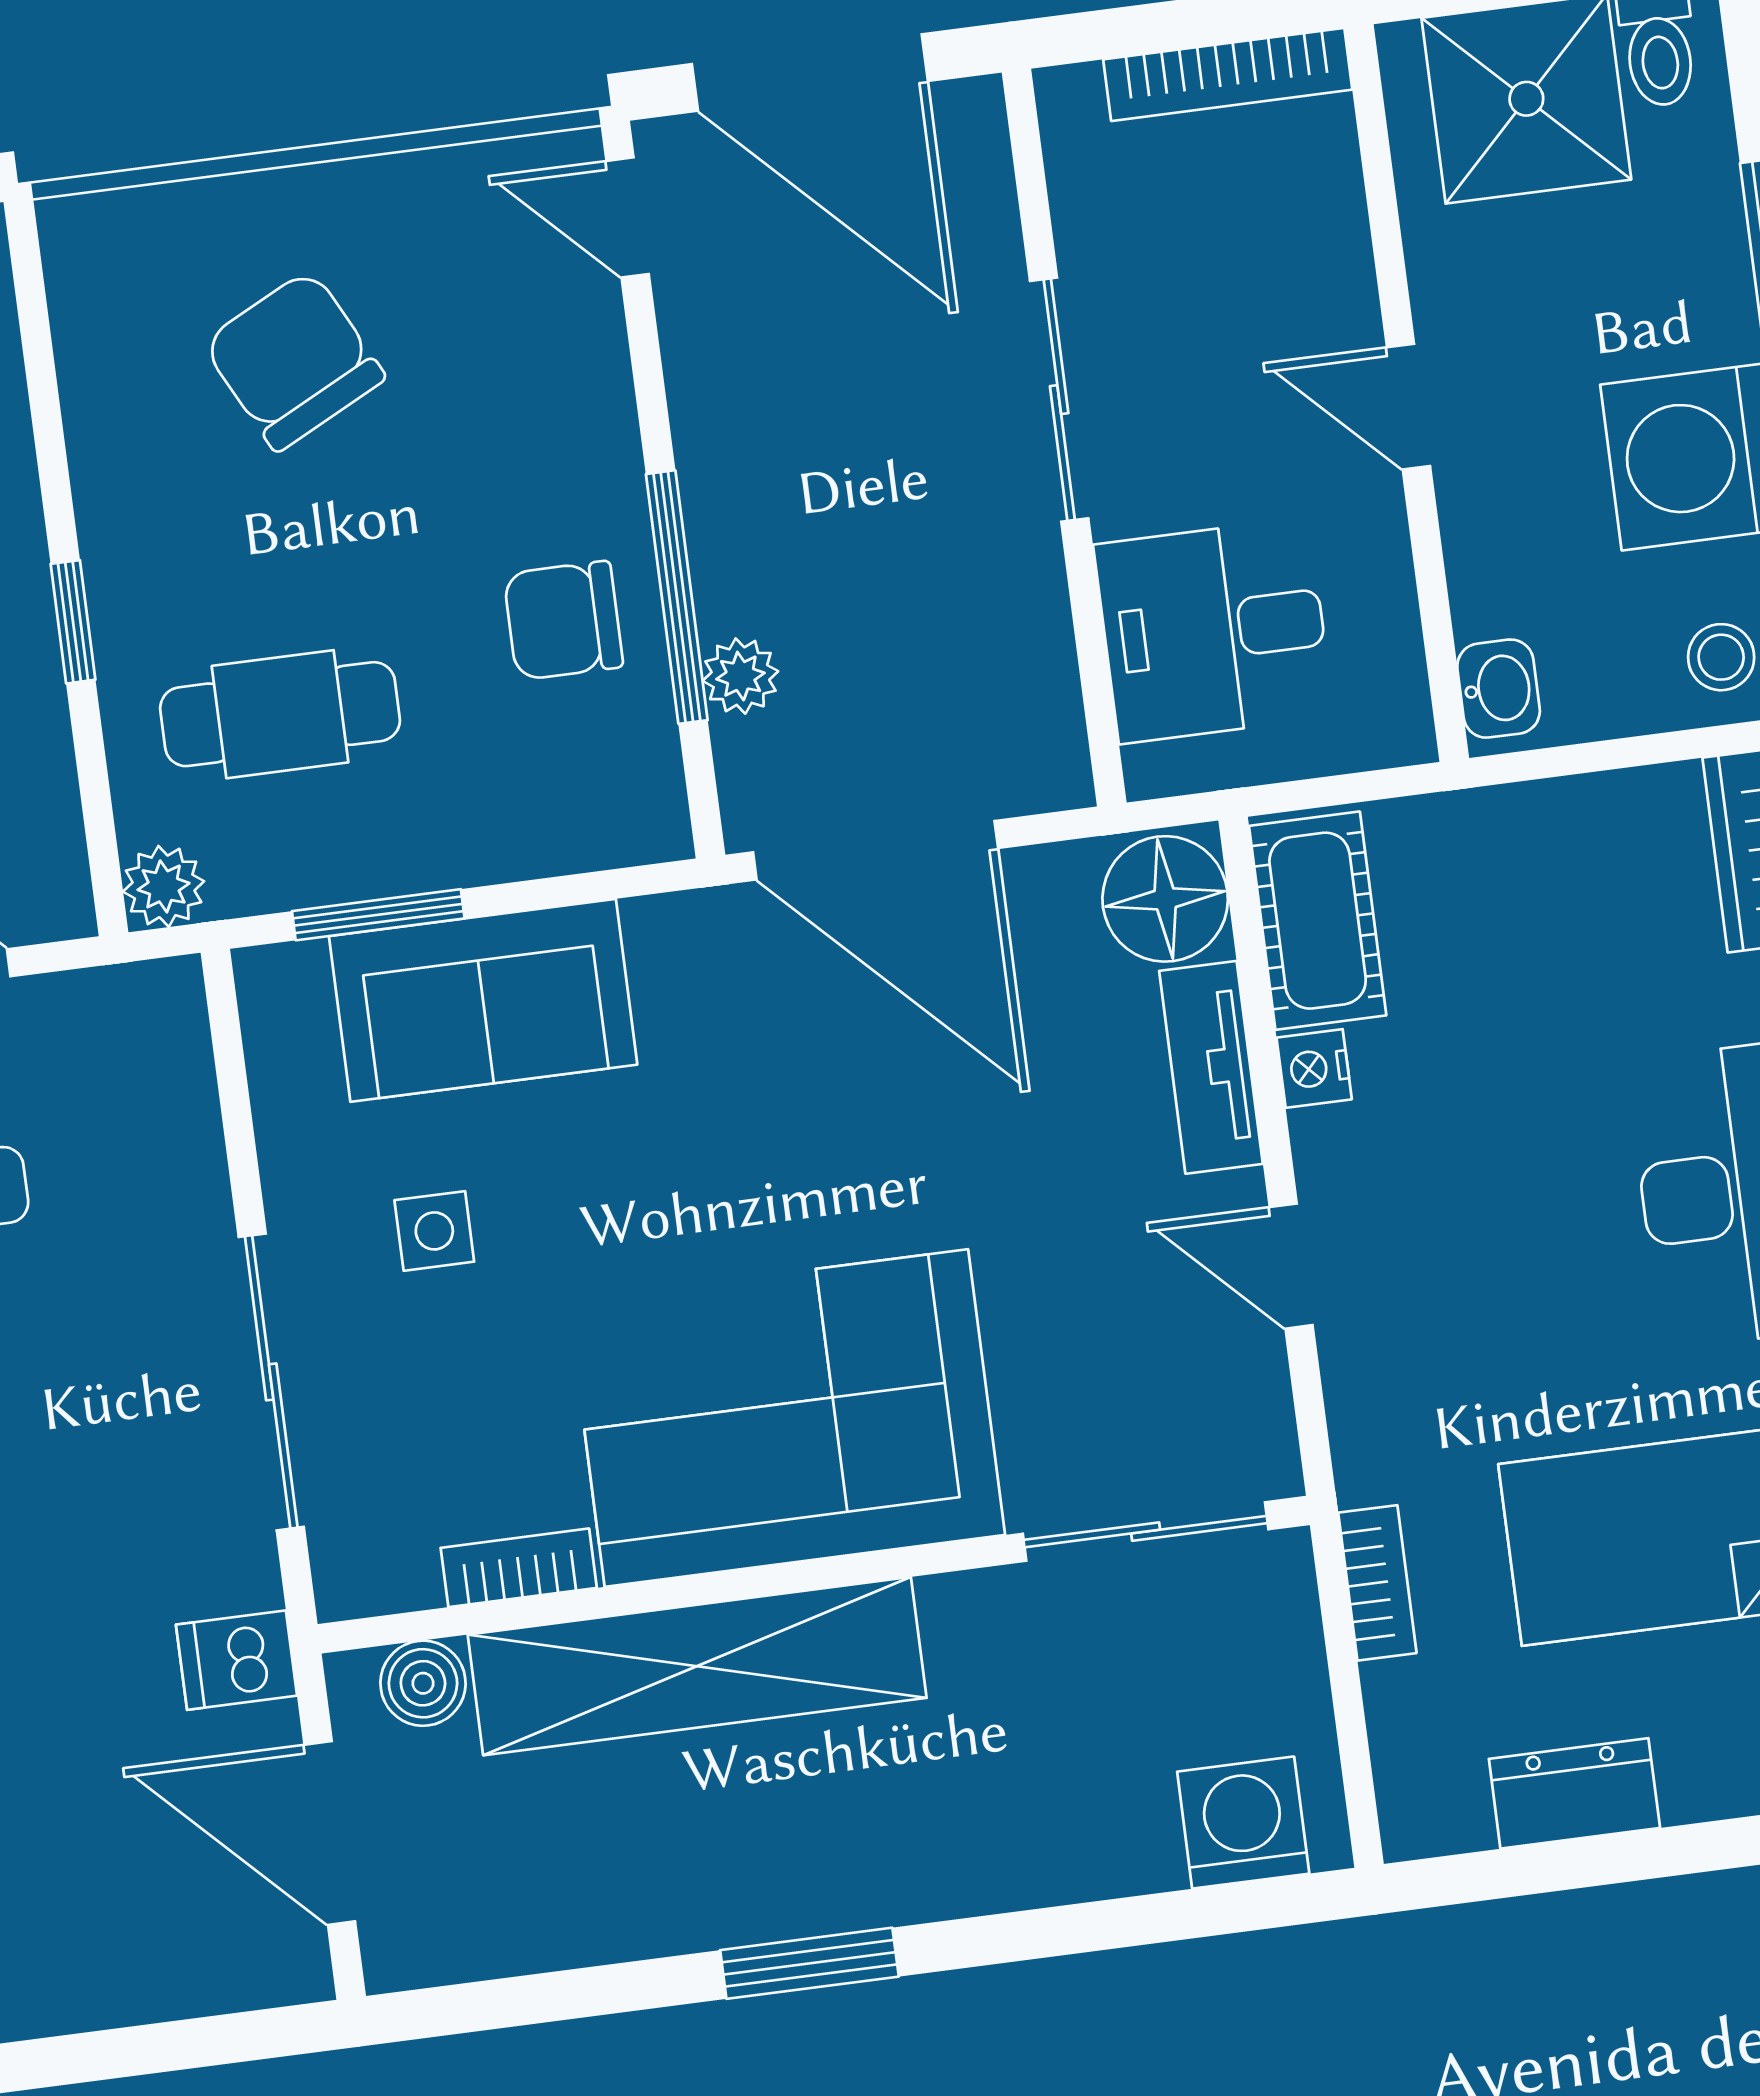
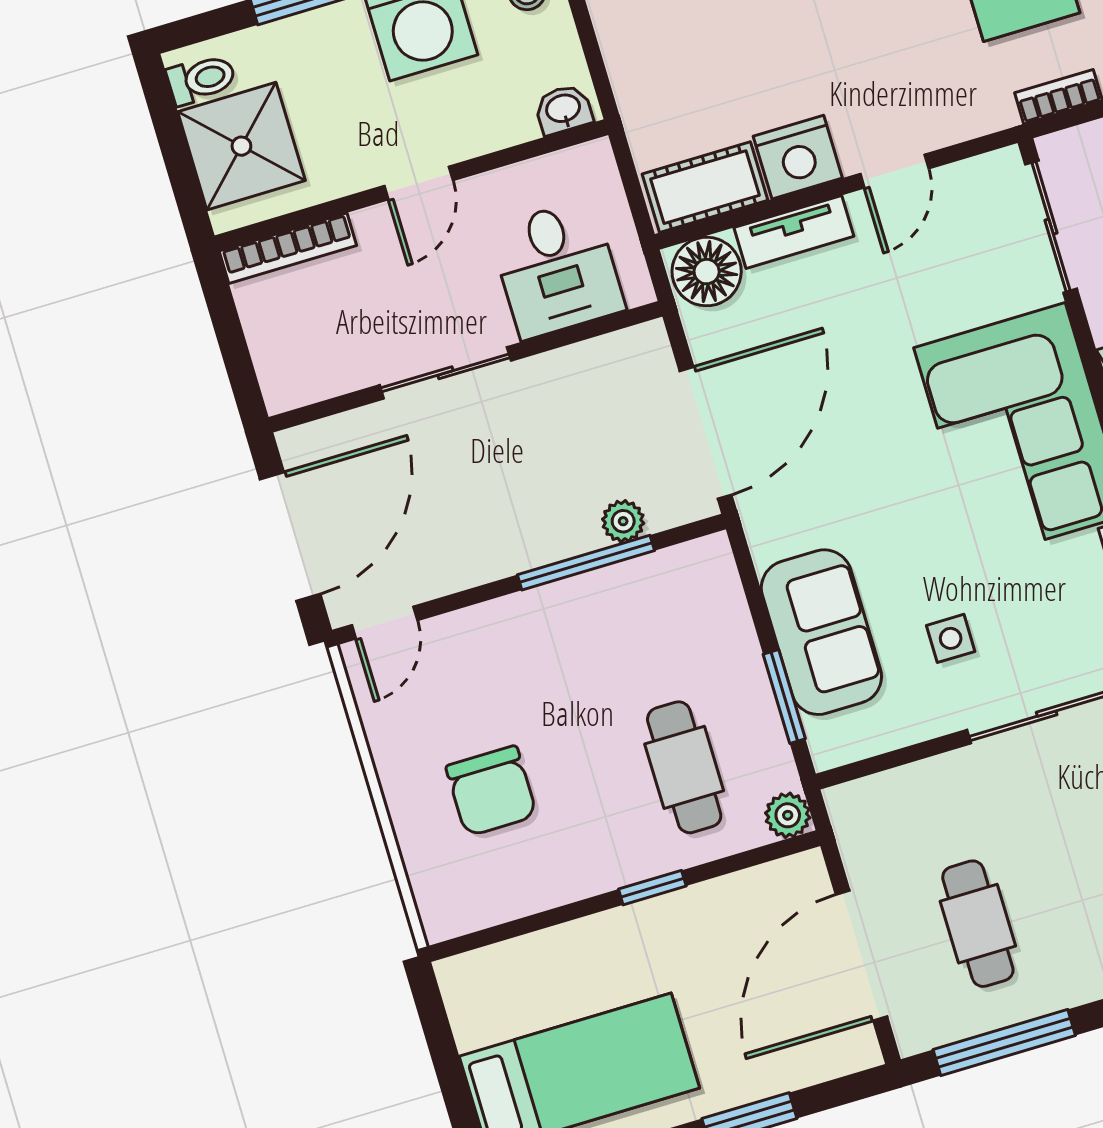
bookcase: (1228, 75) -> (288, 248), moved, turned 90
chair: (294, 360) -> (491, 791), turned -63
chair: (563, 620) -> (609, 622), removed
nightstand: (1314, 1068) -> (798, 157), width x1.89, depth x1.79

